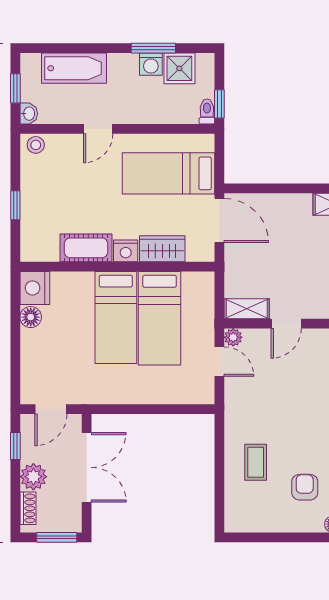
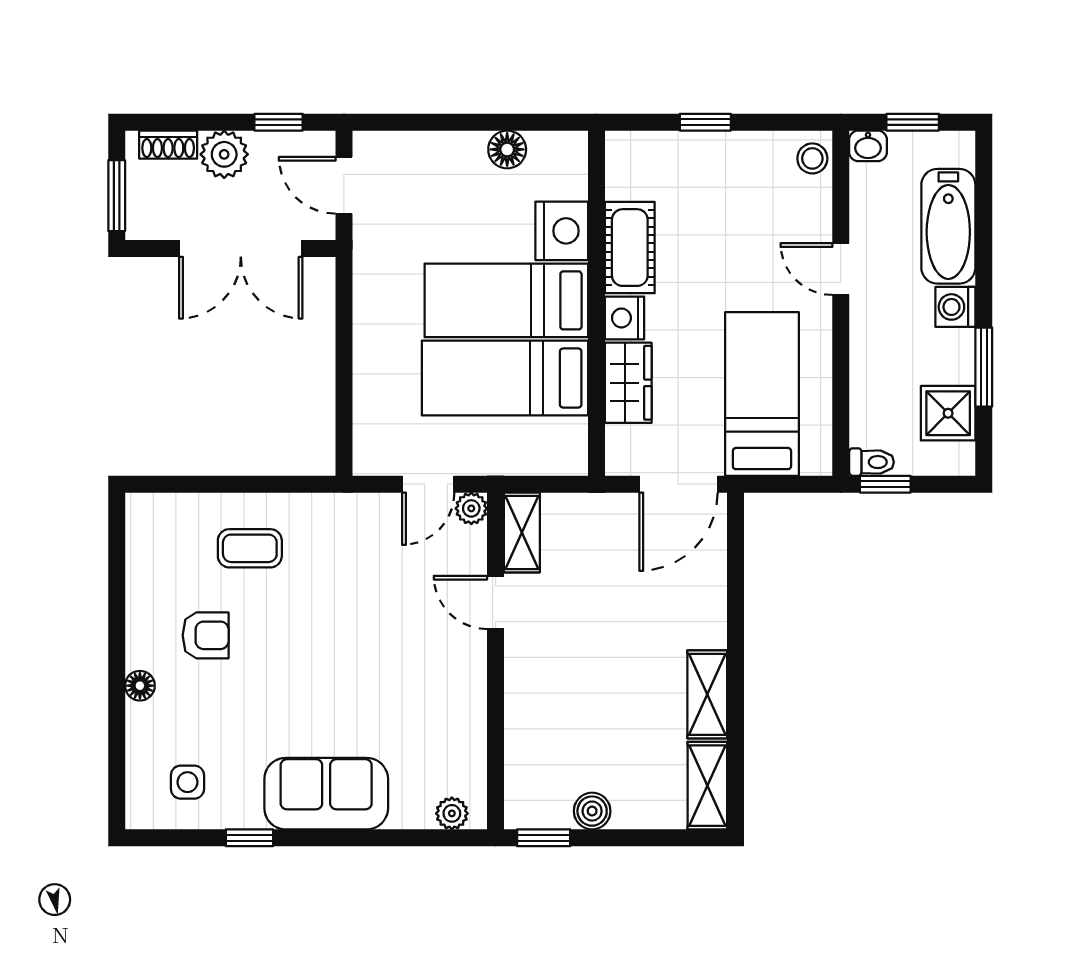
washing machine: (151, 64) -> (955, 307), moved
nightstand: (35, 288) -> (562, 231), moved, turned 90

